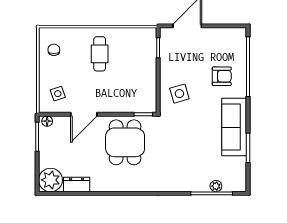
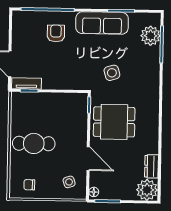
tv unit: (166, 45) -> (26, 83), added
cafe table: (100, 54) -> (34, 143), width x1.37, depth x1.35
side table: (179, 94) -> (112, 73), moved
plant: (216, 186) -> (151, 36), width x1.88, depth x1.88

